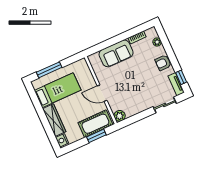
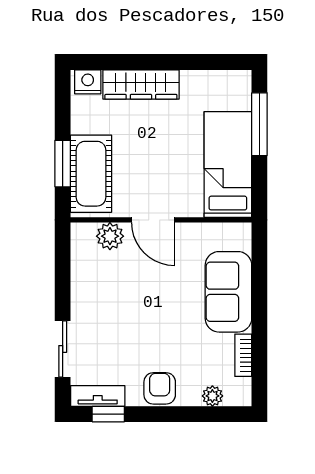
bed: (58, 90) -> (228, 164), moved, turned 180
door: (102, 93) -> (153, 220), swing flipped
plant: (120, 116) -> (110, 236), moved

